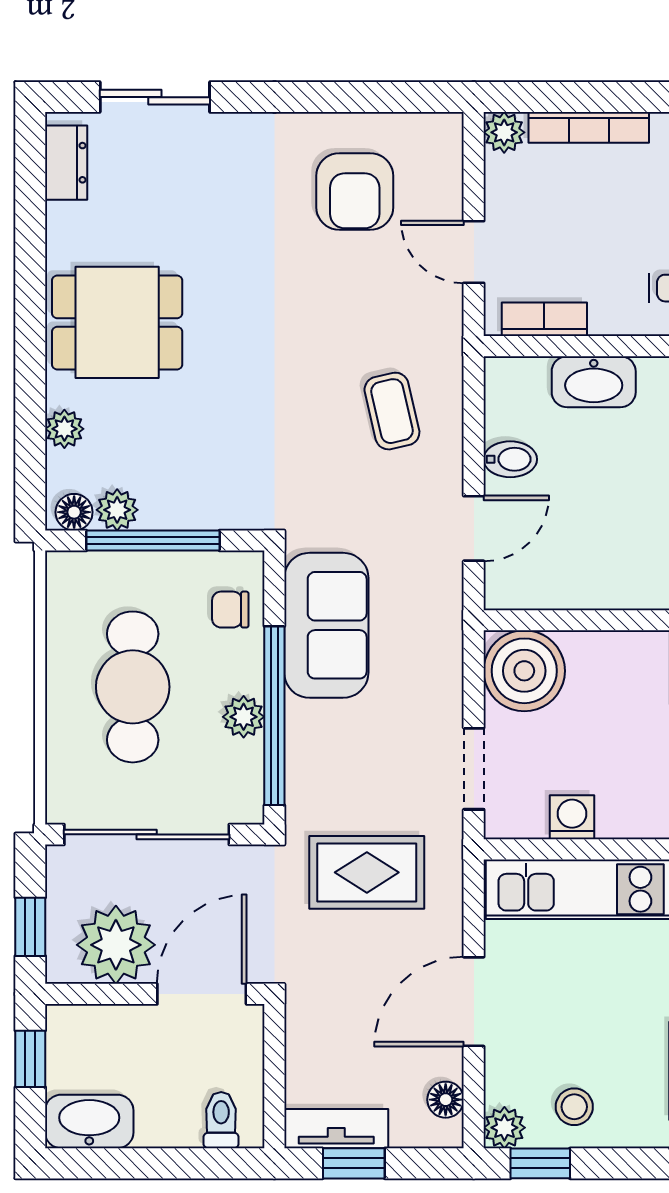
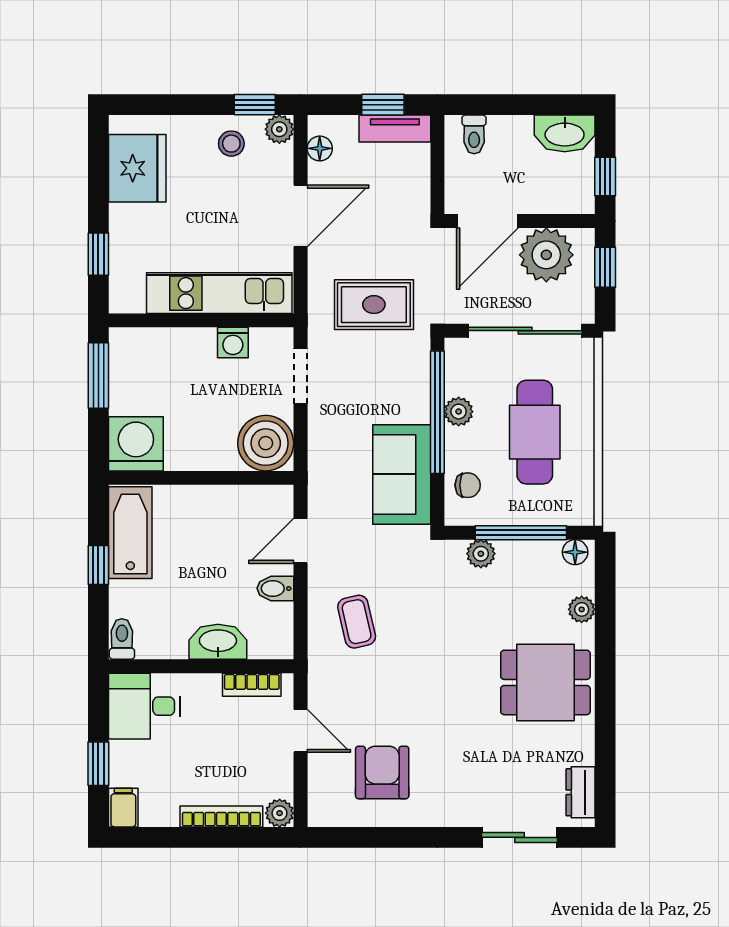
plant: (117, 510) -> (481, 554), moved

